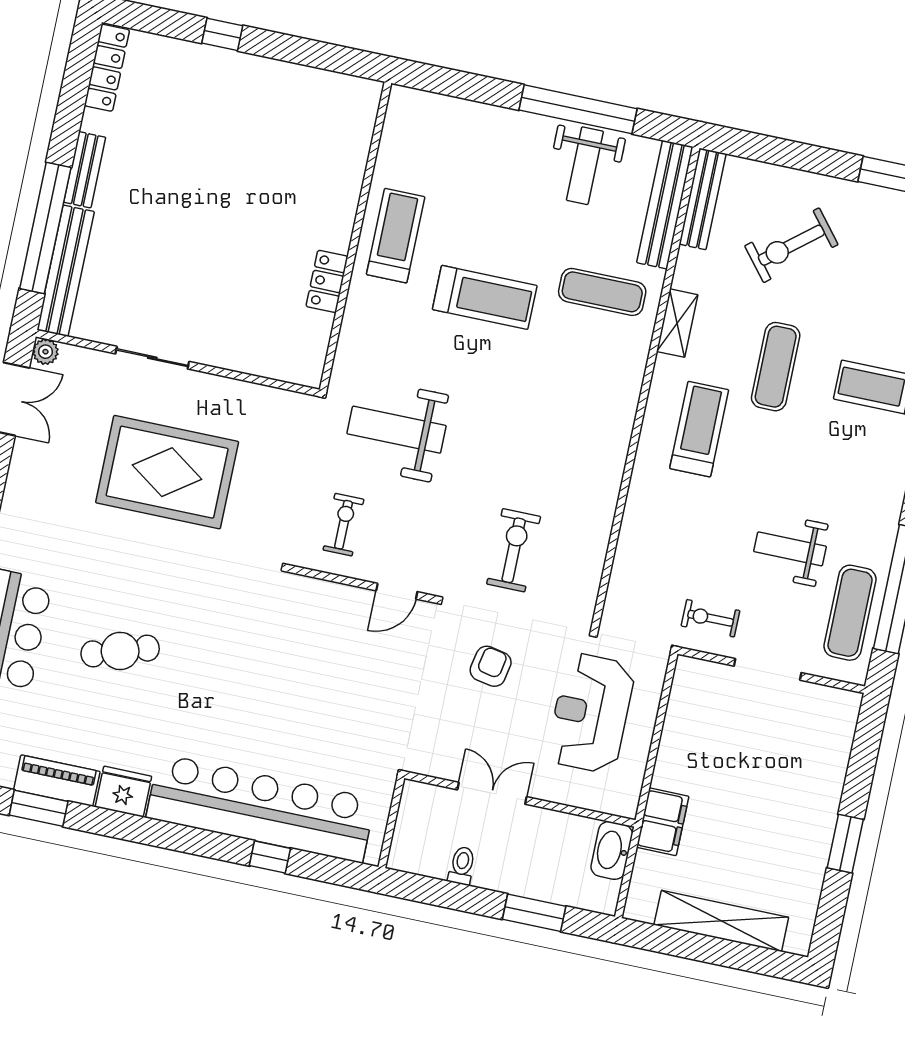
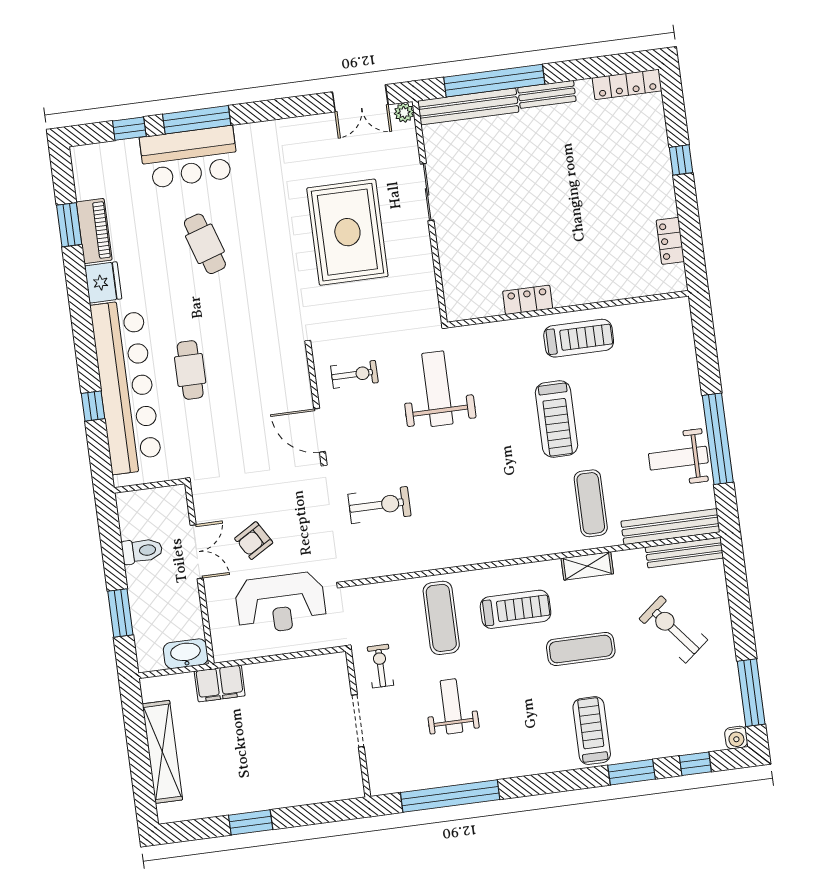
locker: (316, 82) -> (670, 241), added
door: (397, 591) -> (320, 430), width x1.38
exercise mat: (850, 613) -> (441, 618), moved, turned 90
armchair: (491, 666) -> (254, 541), moved, turned 138
reception desk: (591, 713) -> (281, 603), turned 180
cafe table: (268, 723) -> (190, 370), added
toilet: (462, 866) -> (142, 551), width x1.37, depth x1.39

